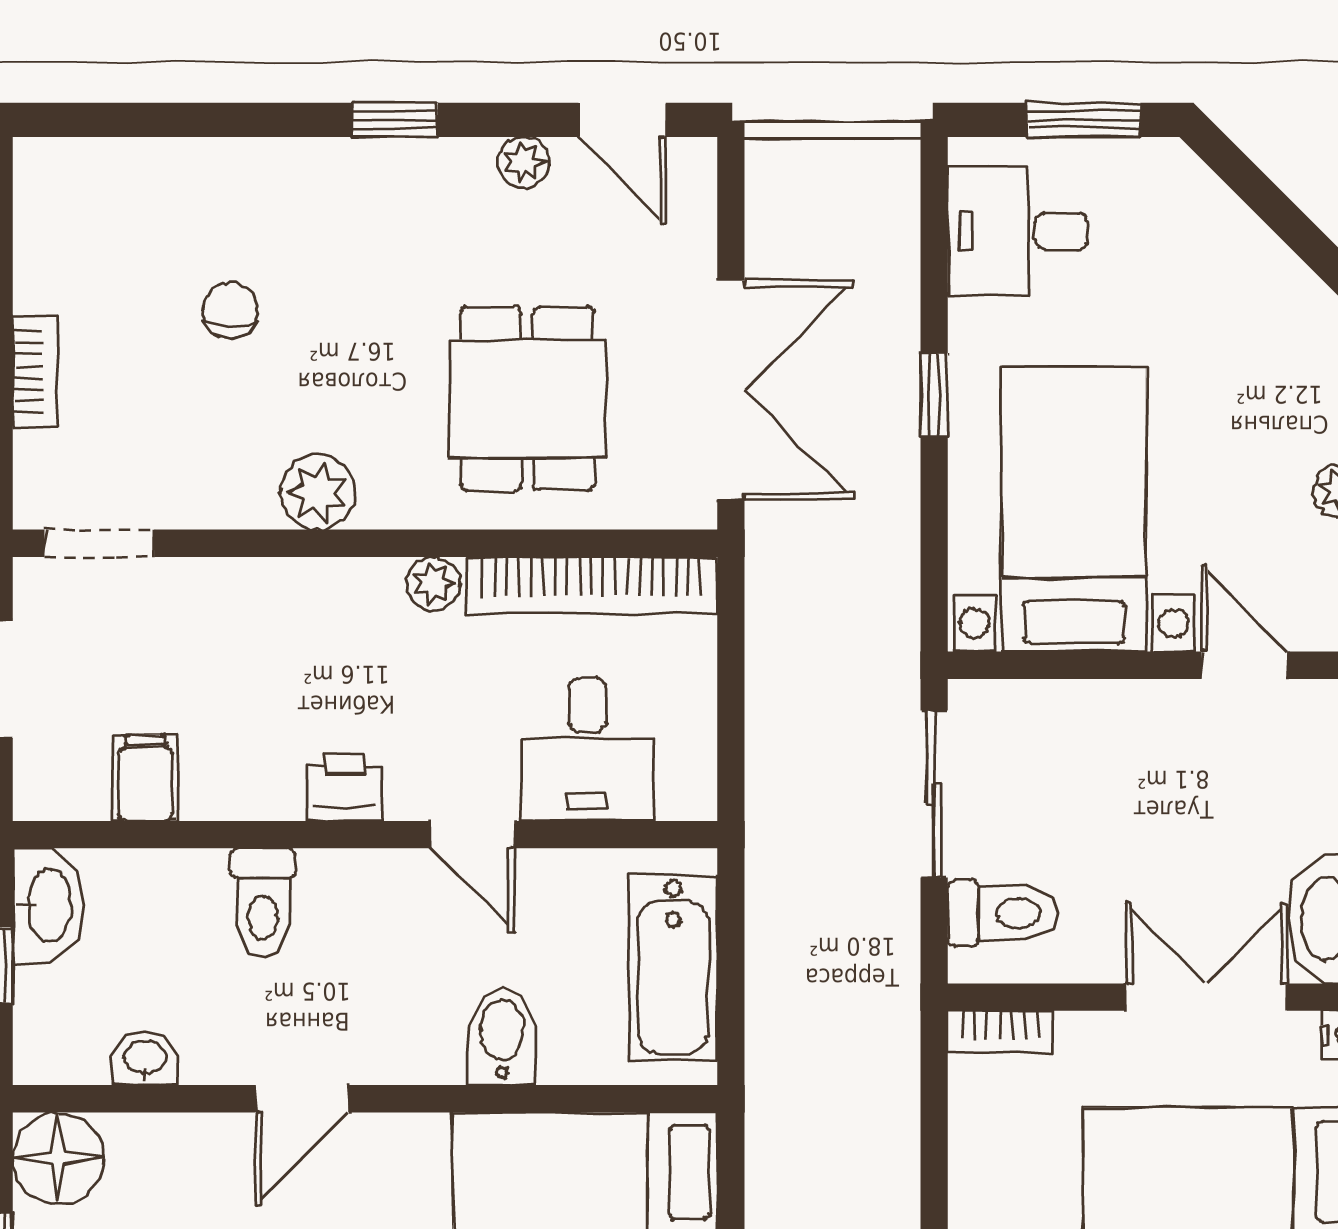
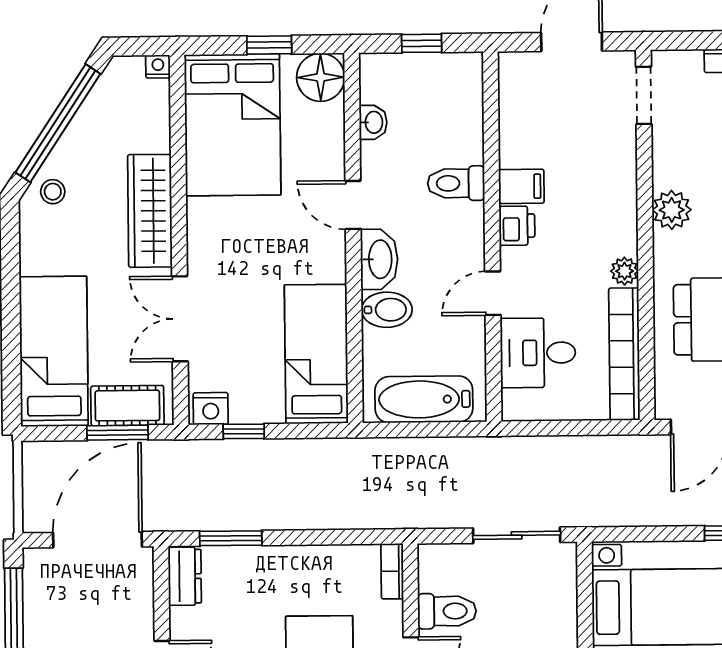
filing cabinet: (145, 778) -> (521, 186), moved
washbasin: (48, 905) -> (379, 259), moved, turned -90
toilet: (1003, 913) -> (447, 611), moved, turned -90

